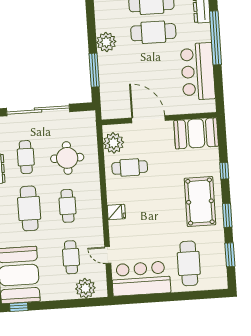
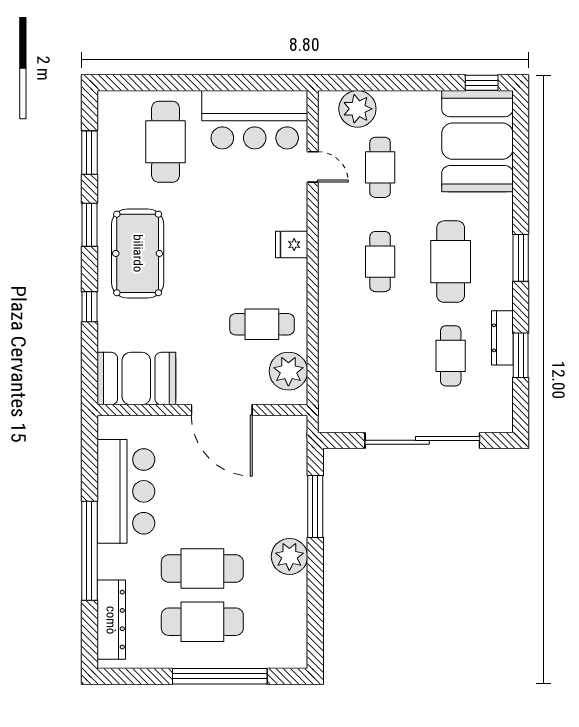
round table: (67, 158) -> (375, 349), removed

